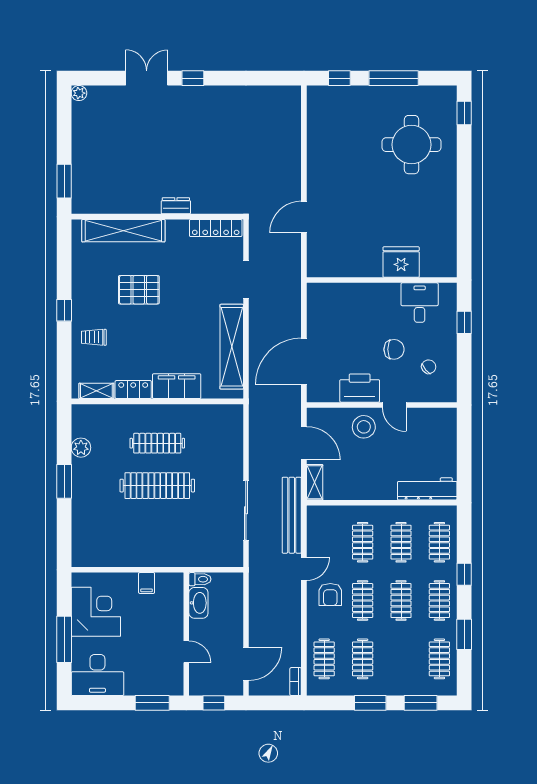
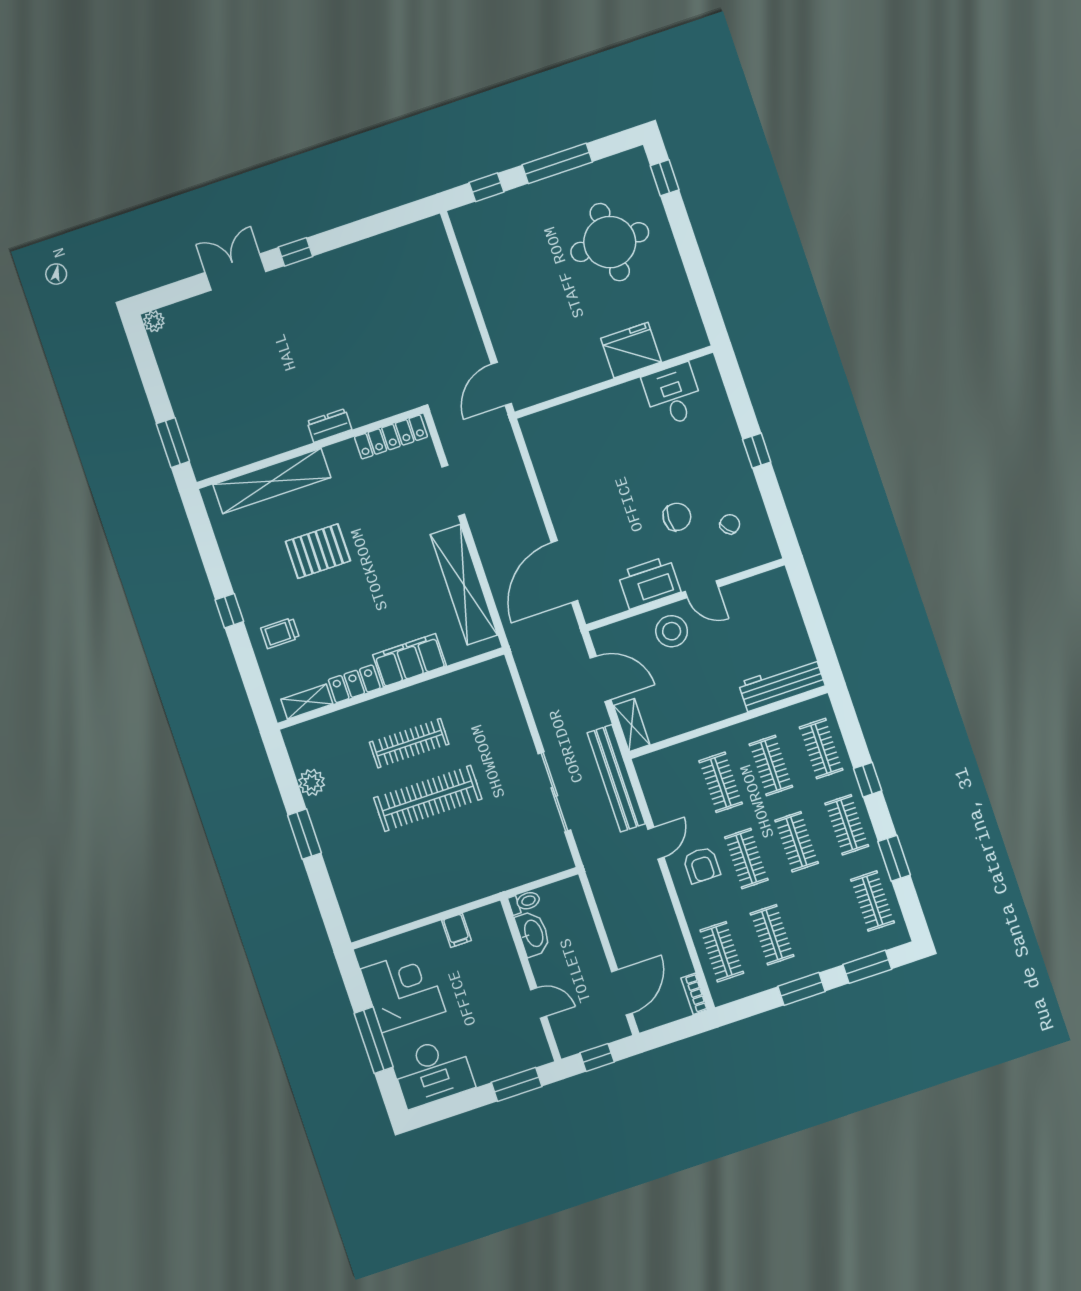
fridge: (401, 262) -> (631, 350), moved
wall: (382, 280) -> (614, 382), moved
desk: (420, 303) -> (673, 395), moved

